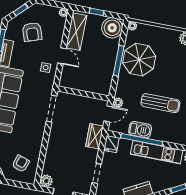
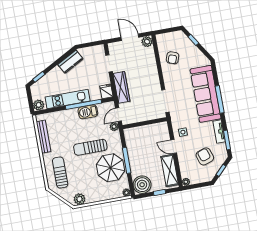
sun lounger: (160, 103) -> (90, 147), moved
wardrobe: (95, 136) -> (121, 87), width x1.50
armchair: (21, 164) -> (173, 58), moved

